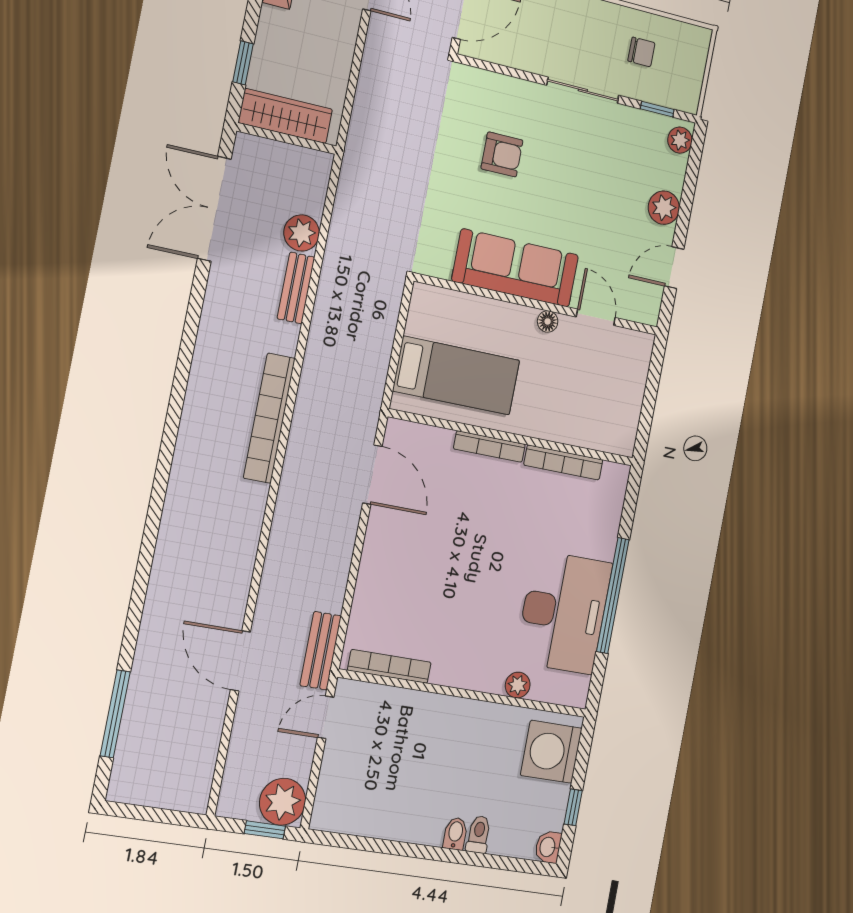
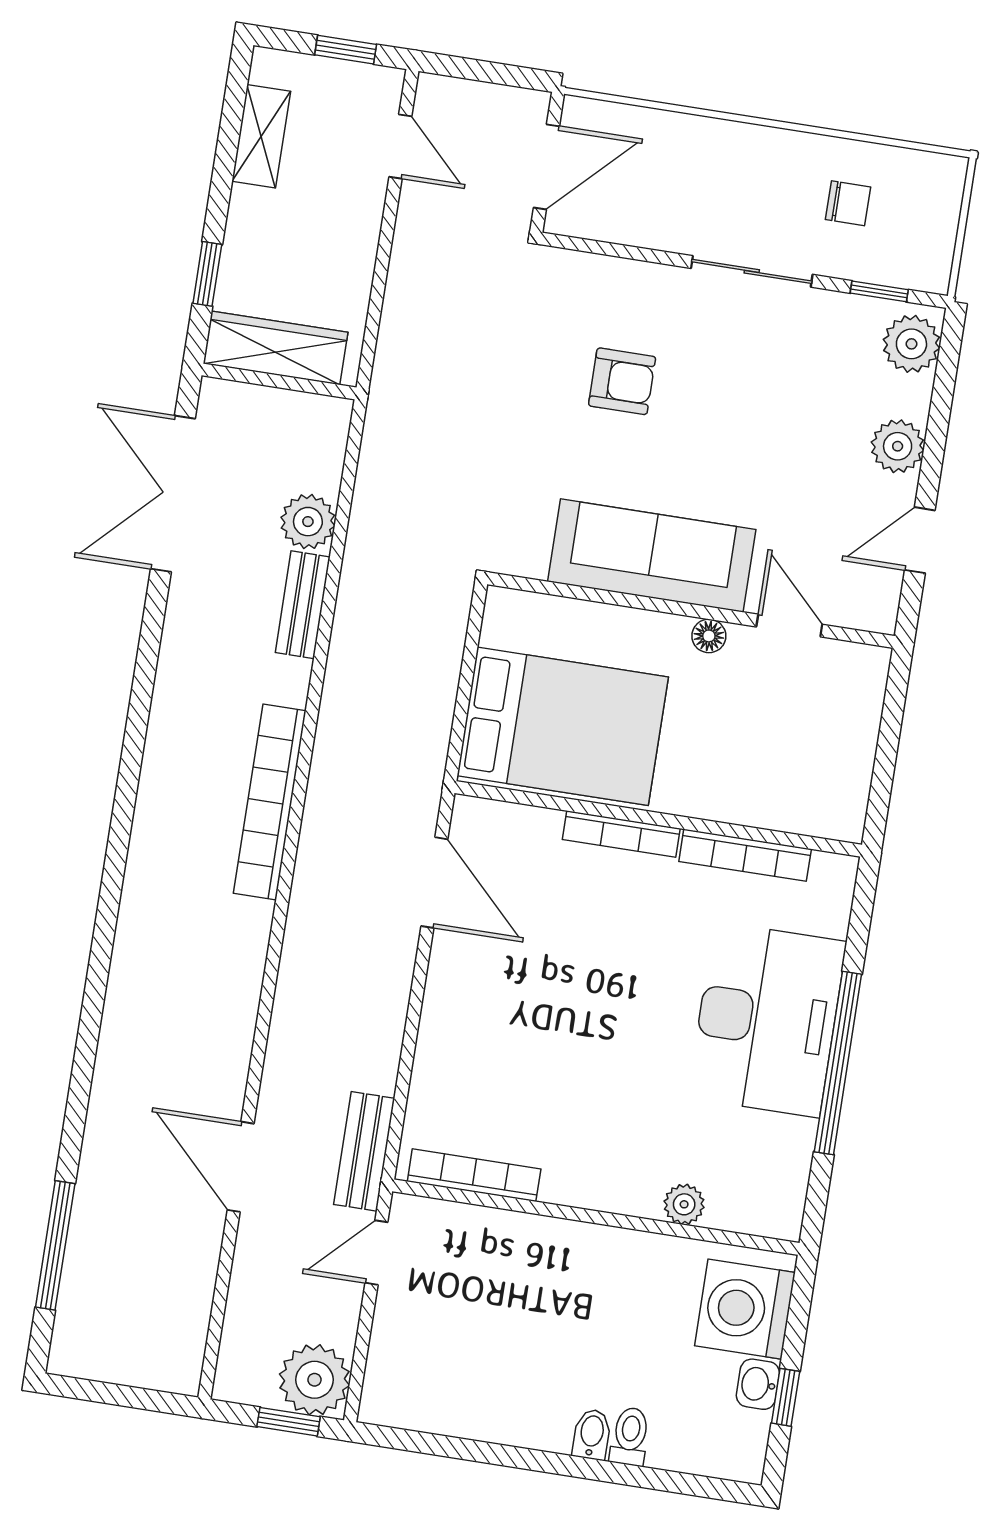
plant: (680, 140) -> (911, 344), width x1.38, depth x1.38
bed: (456, 376) -> (563, 726), width x1.50
desk: (564, 612) -> (767, 1020), moved
washbasin: (548, 847) -> (758, 1384), moved

